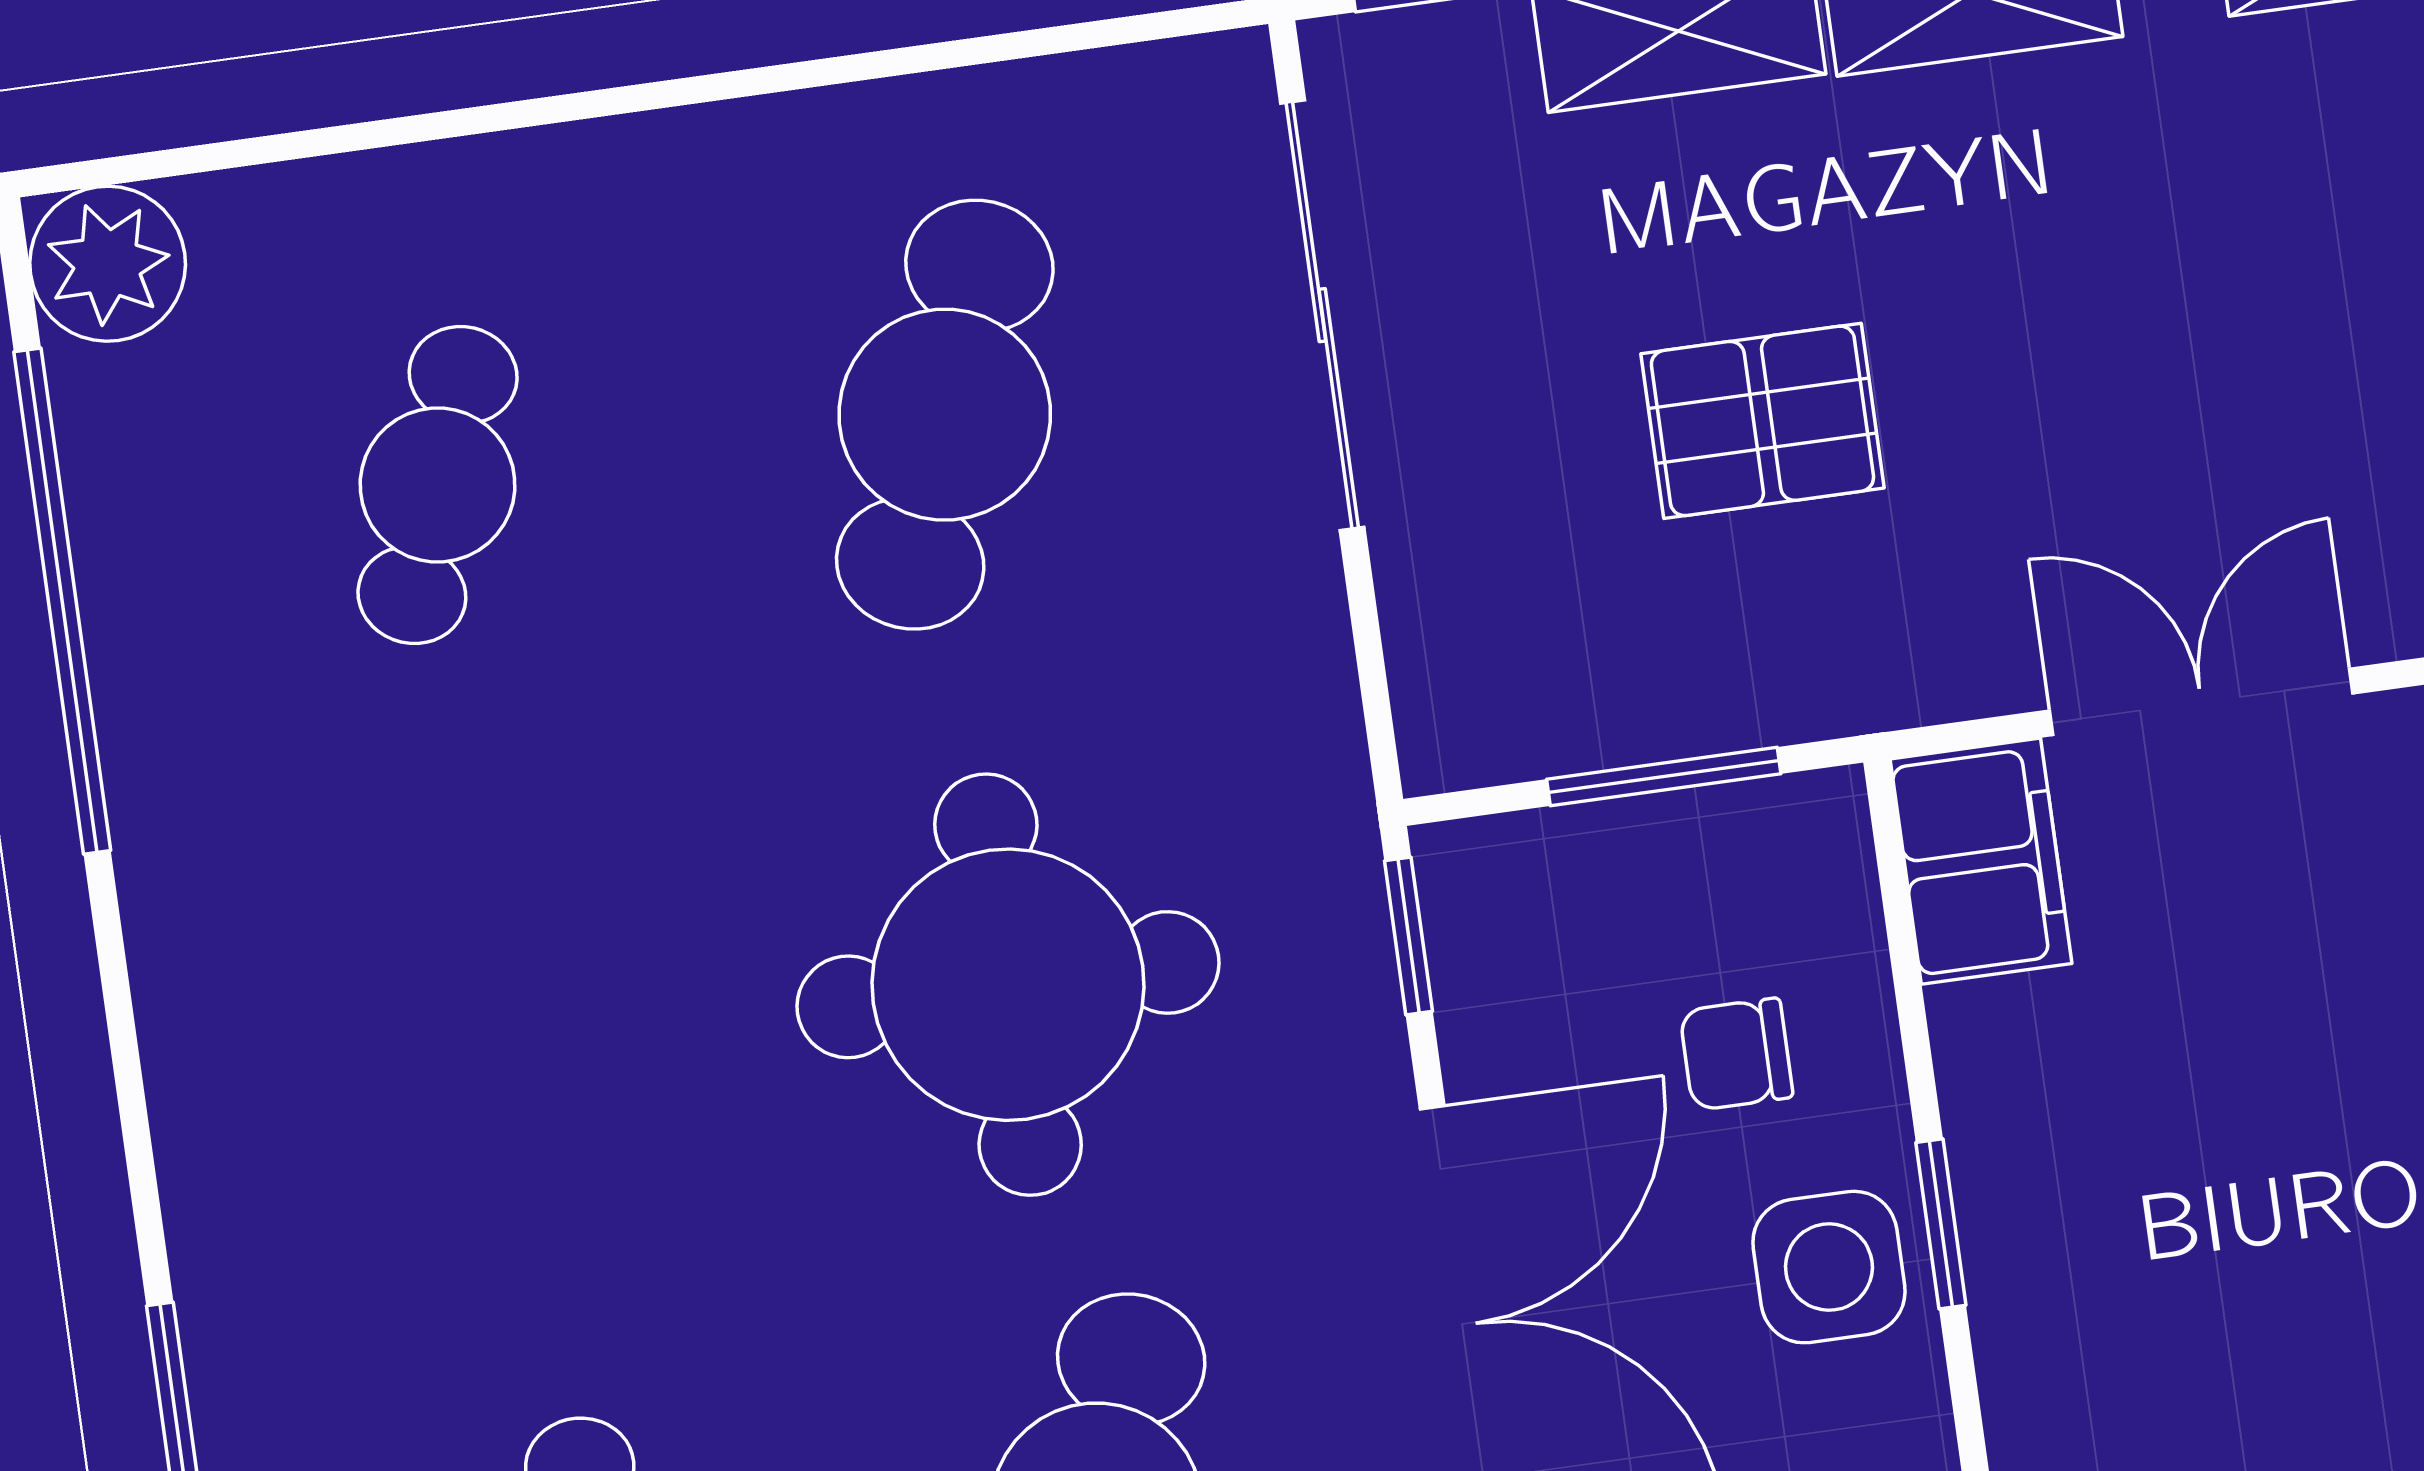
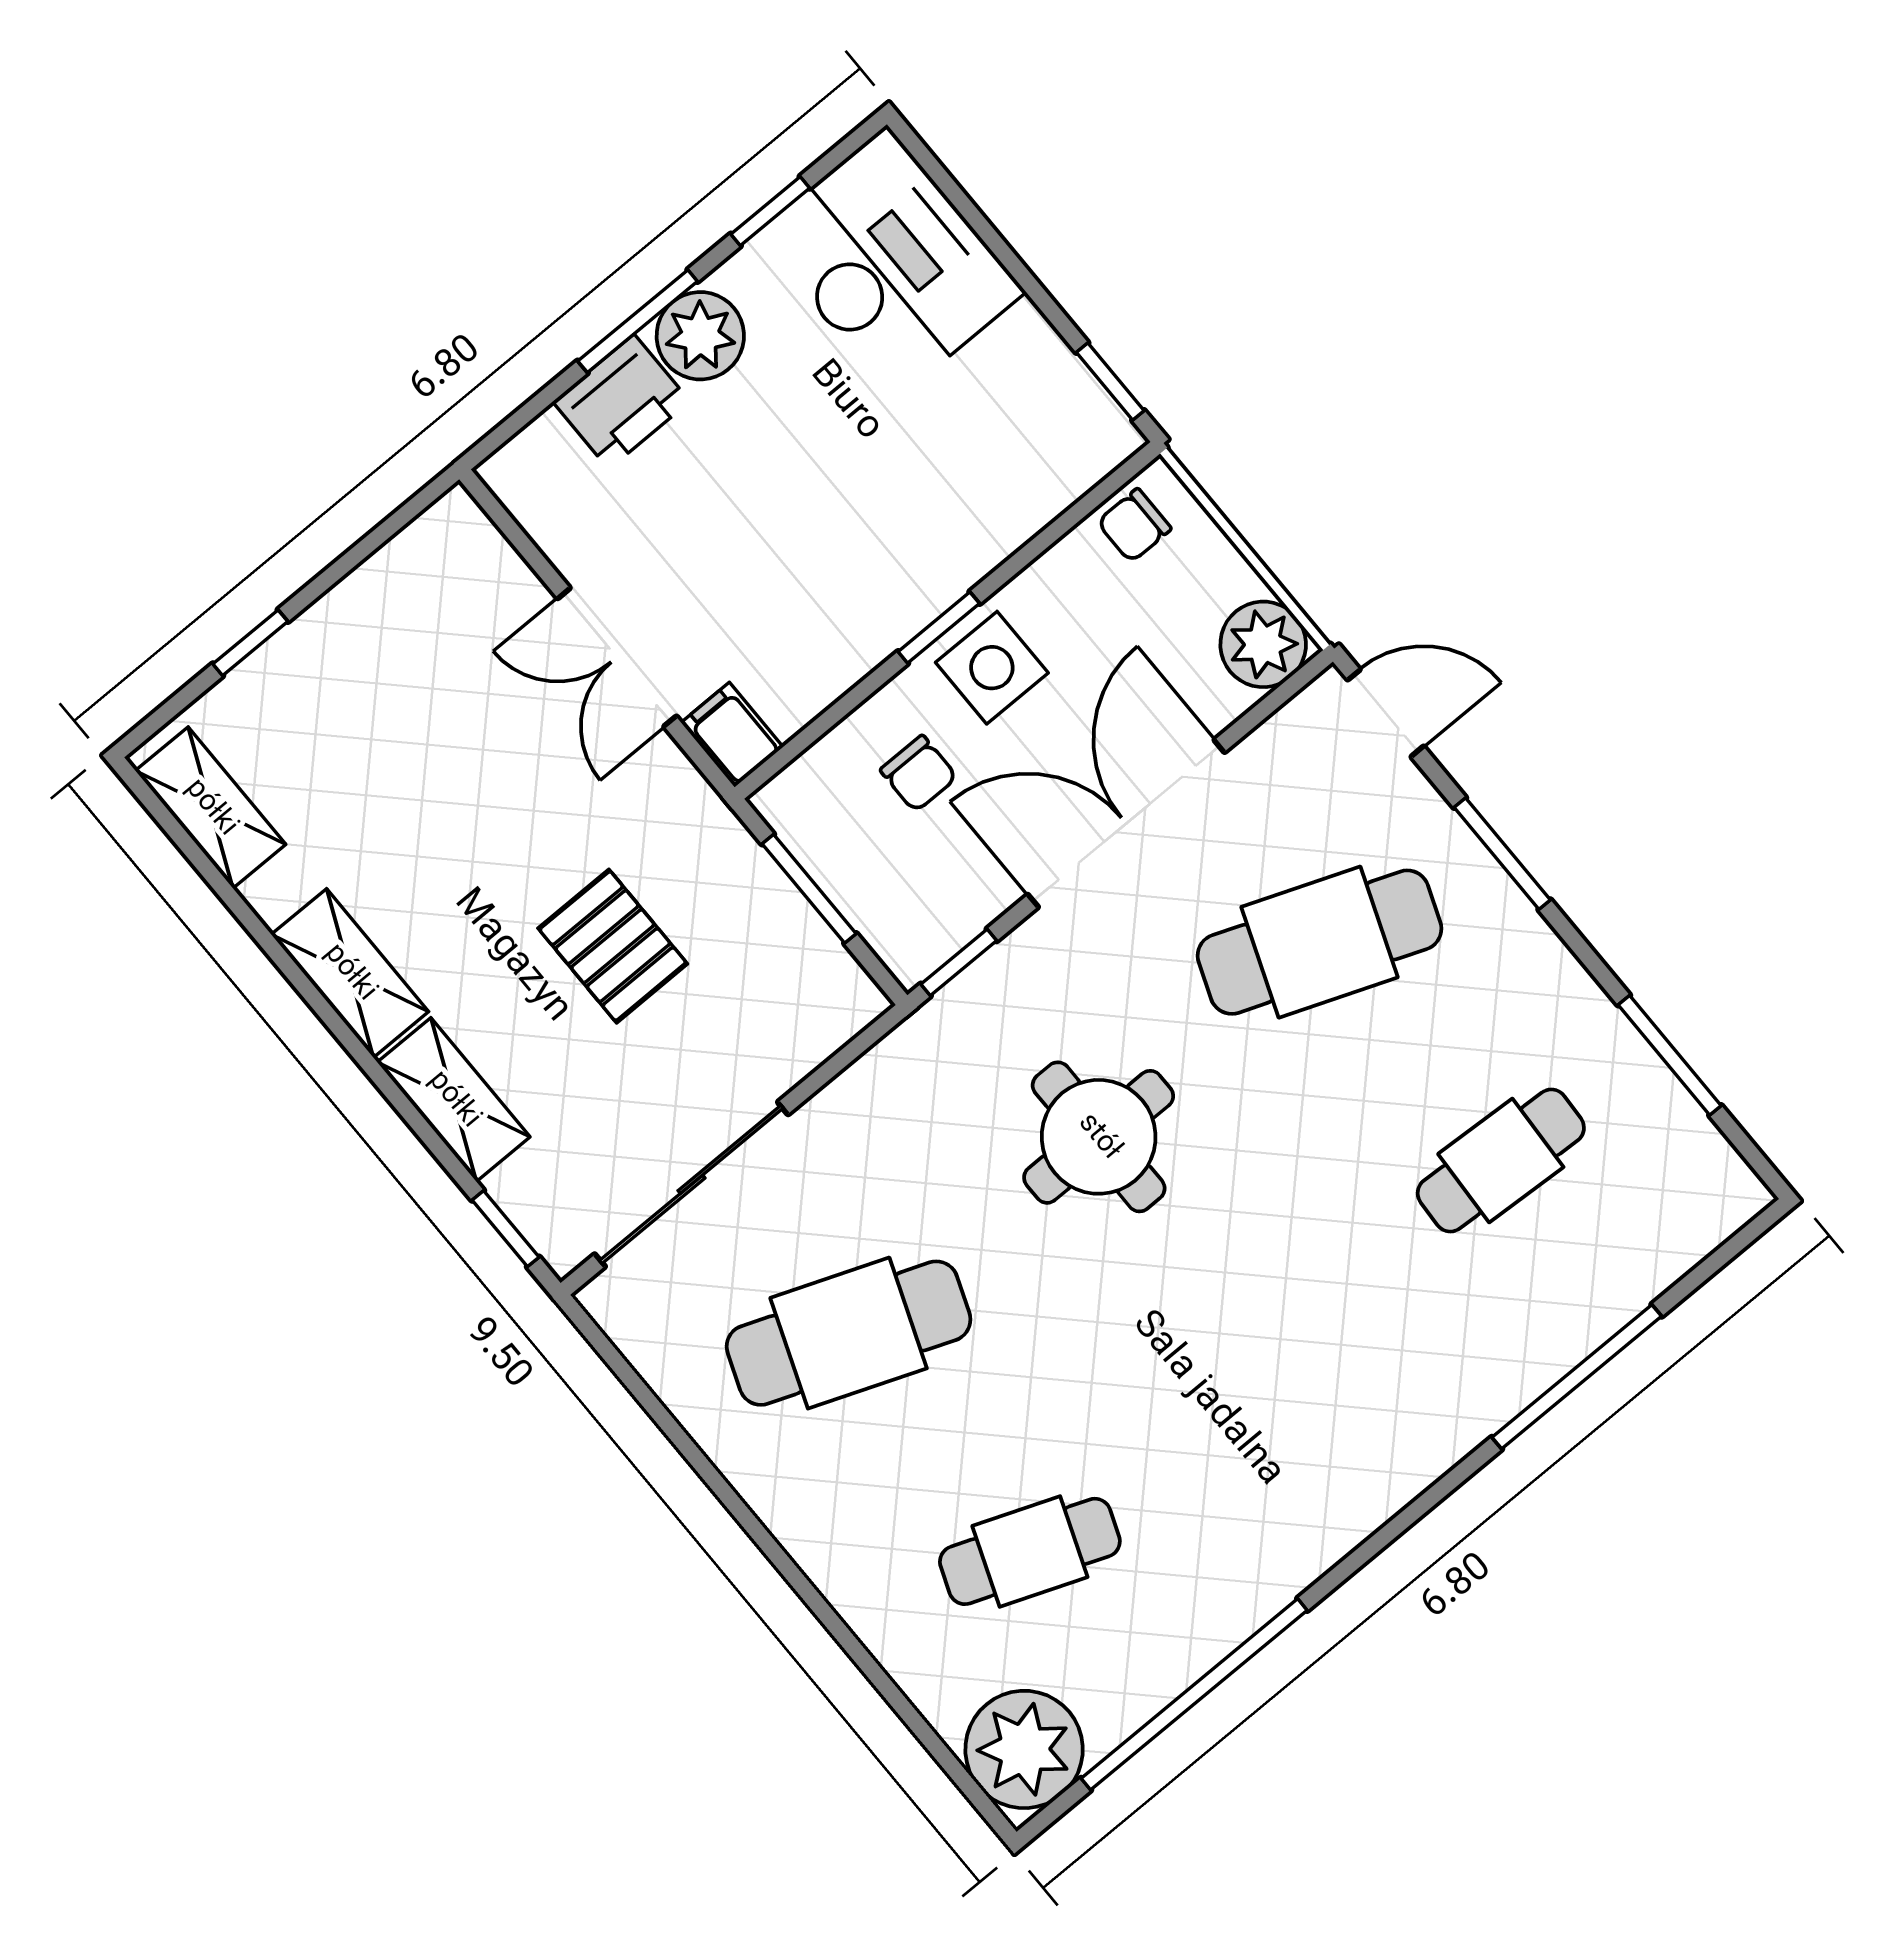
plant: (108, 264) -> (1024, 1749), width x1.36, depth x1.36
filing cabinet: (1981, 861) -> (732, 735), width x0.50
round table: (1008, 985) -> (1099, 1137), width x0.73, depth x0.73

